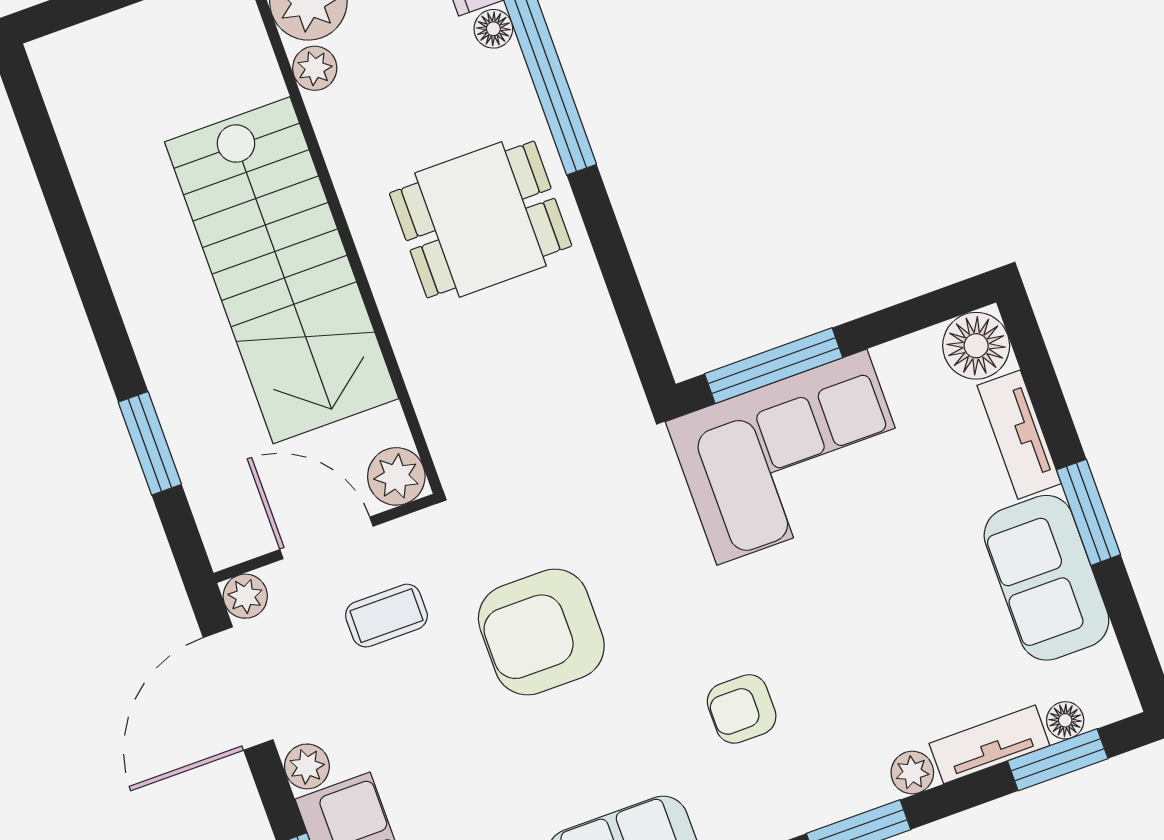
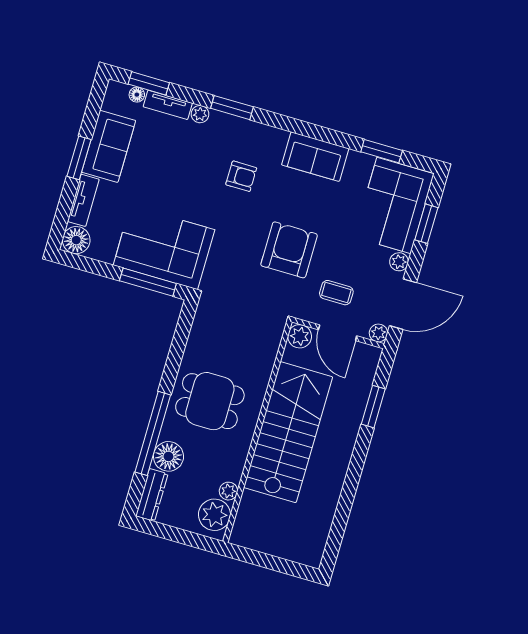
floor lamp: (493, 29) -> (168, 456), width x1.89, depth x1.89
armchair: (541, 632) -> (289, 250), turned -90

